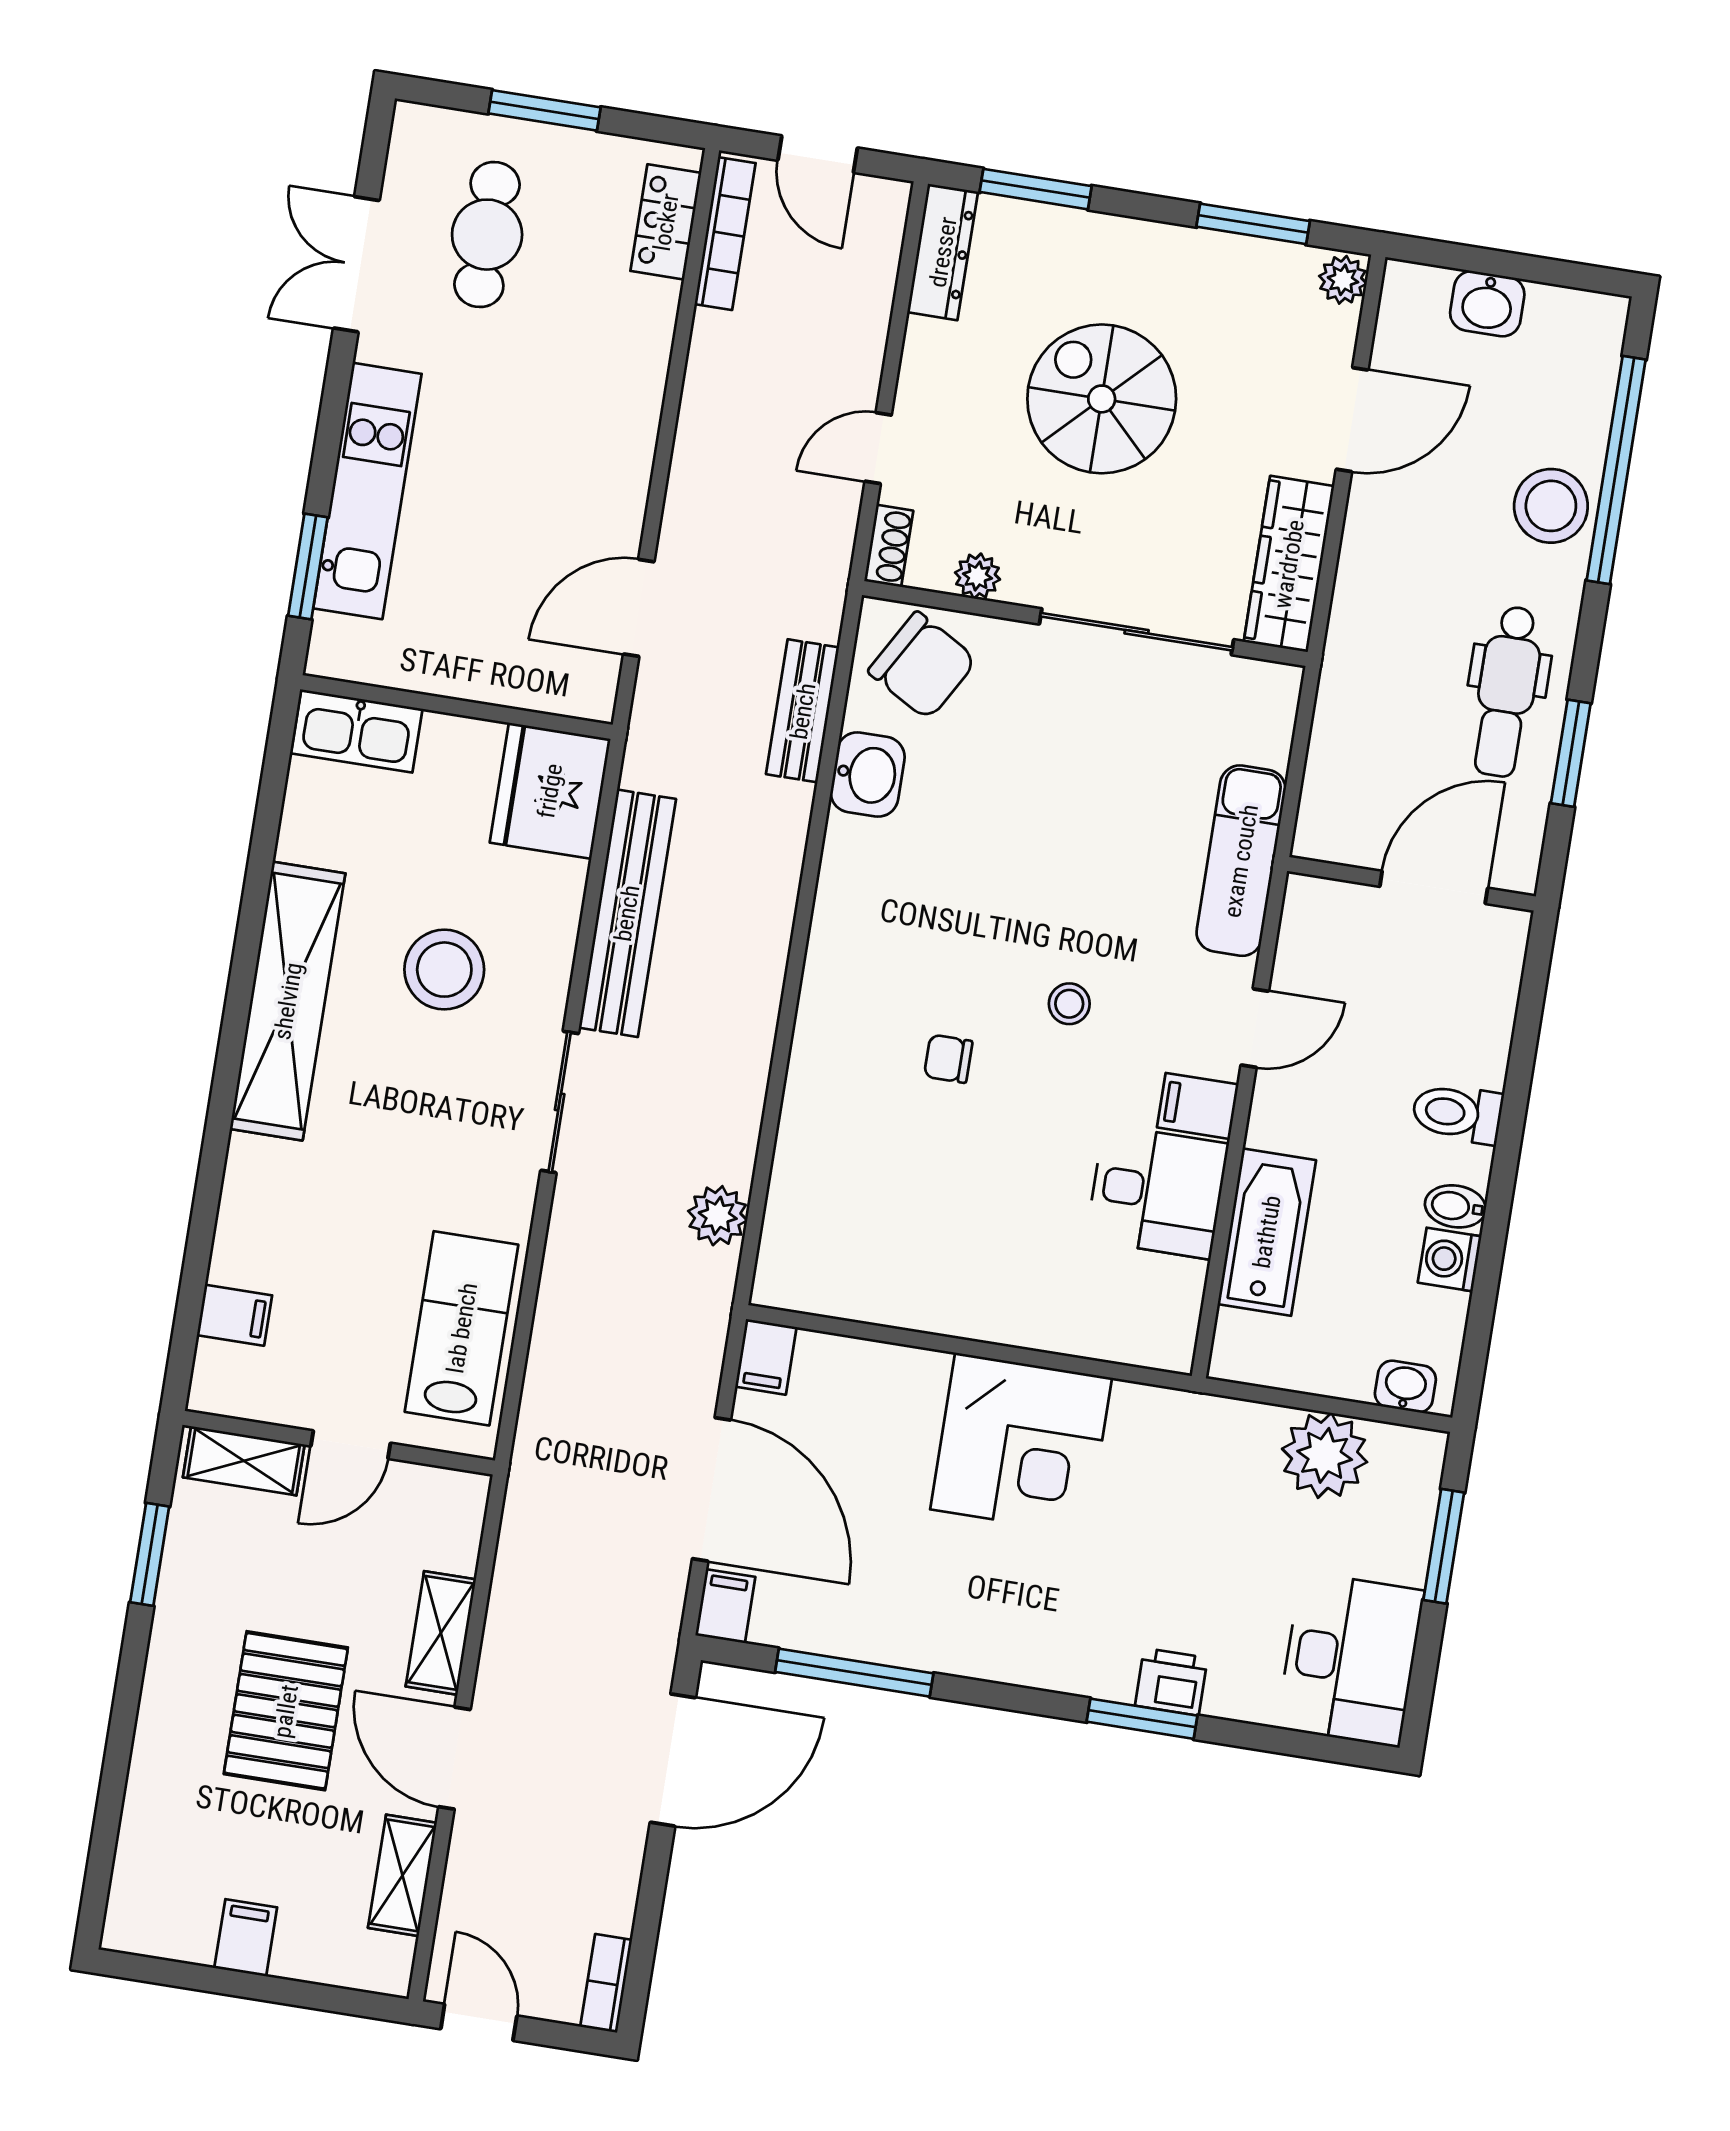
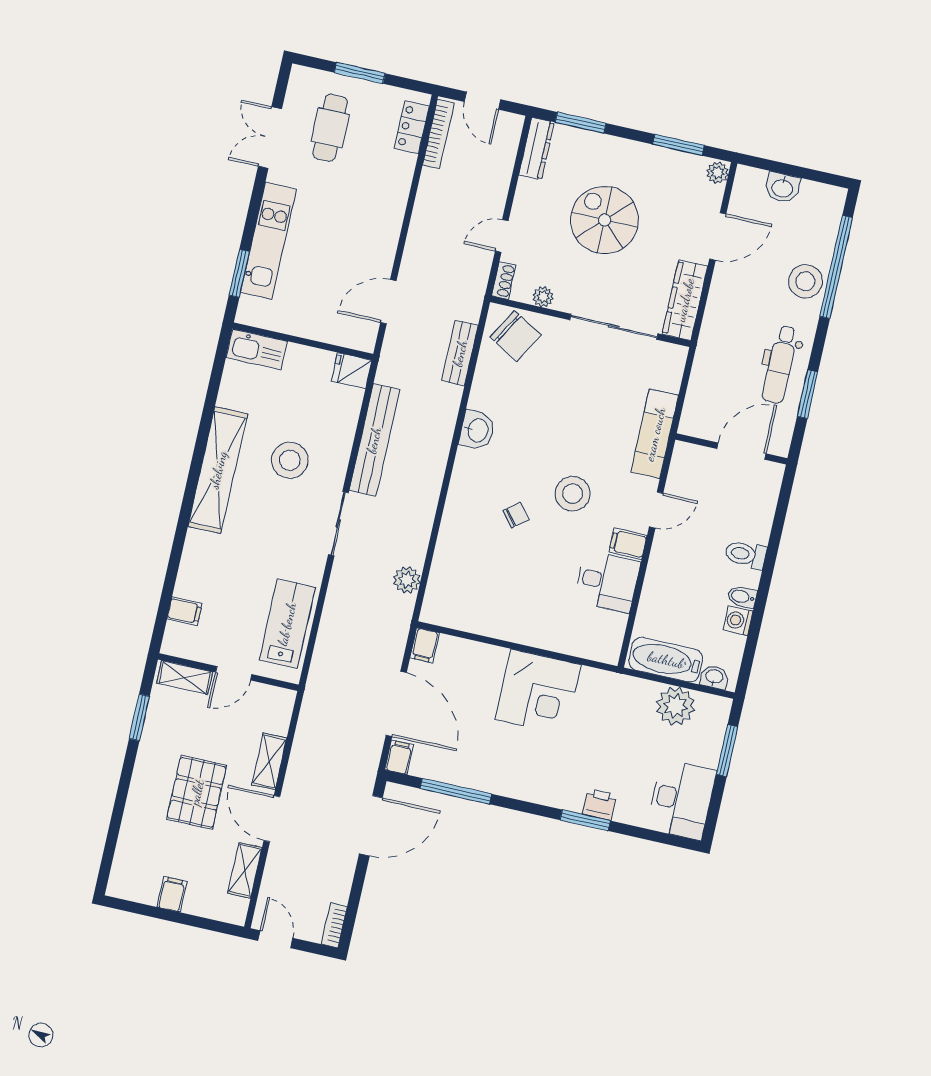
washbasin: (868, 775) -> (477, 430), moved
fridge: (550, 791) -> (352, 371), width x0.53, depth x0.75
stool: (1069, 1004) -> (573, 494), width x1.89, depth x1.89
chair: (948, 1059) -> (516, 515), turned 141
bathtub: (1267, 1232) -> (666, 660), moved, turned -90

